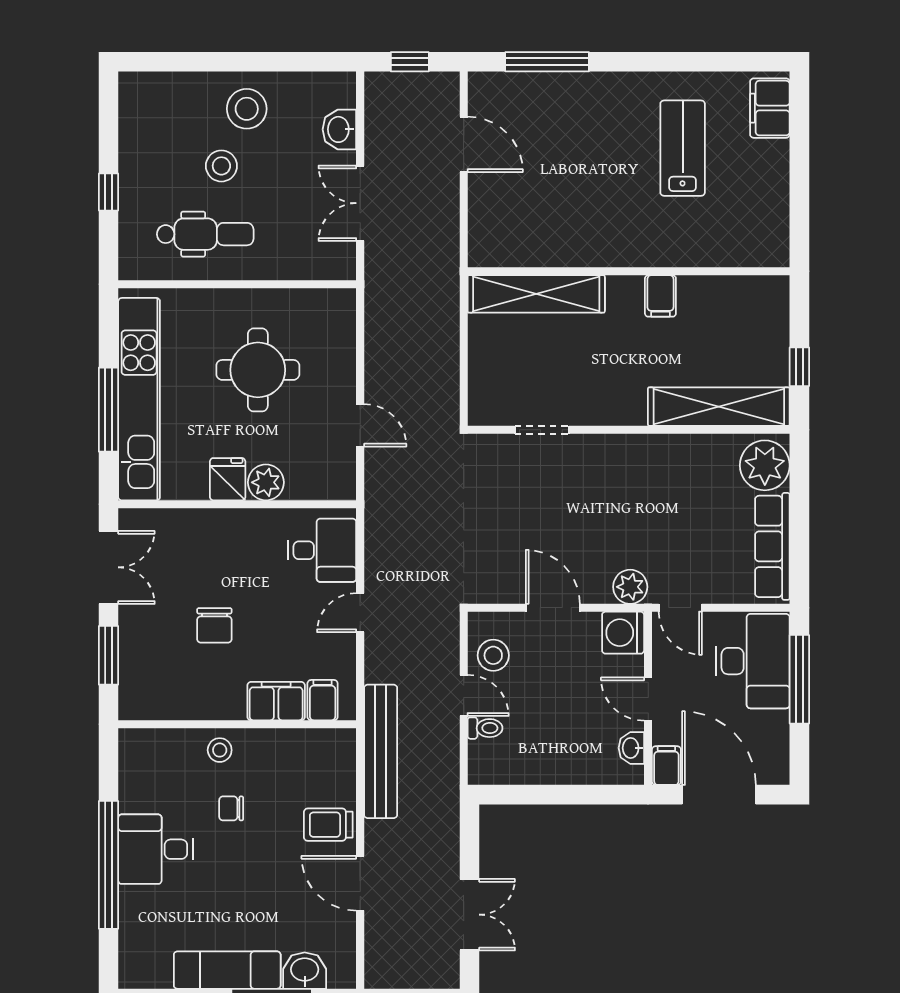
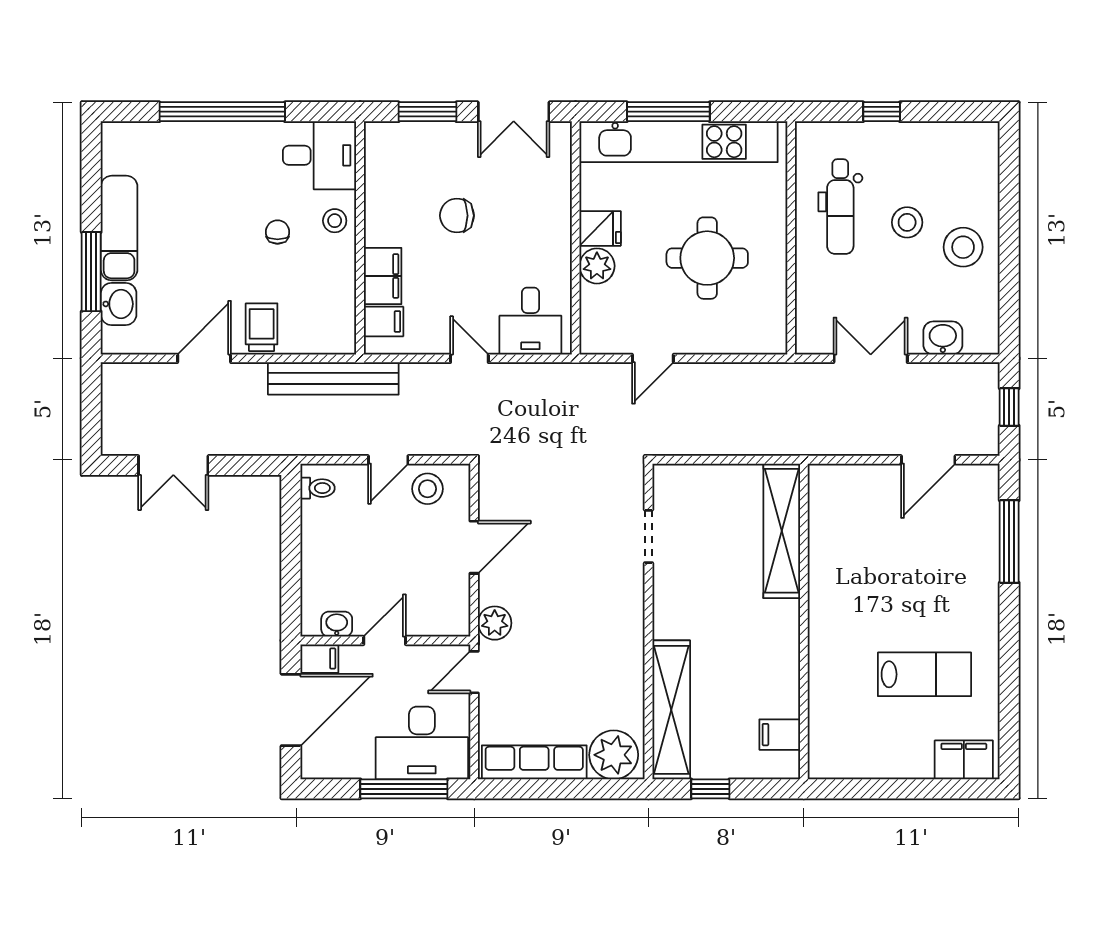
filing cabinet: (660, 296) -> (780, 735), moved
washing machine: (623, 633) -> (450, 616), removed
toilet: (485, 728) -> (318, 488), moved, turned -90
desk: (156, 849) -> (319, 155), moved, turned 90

